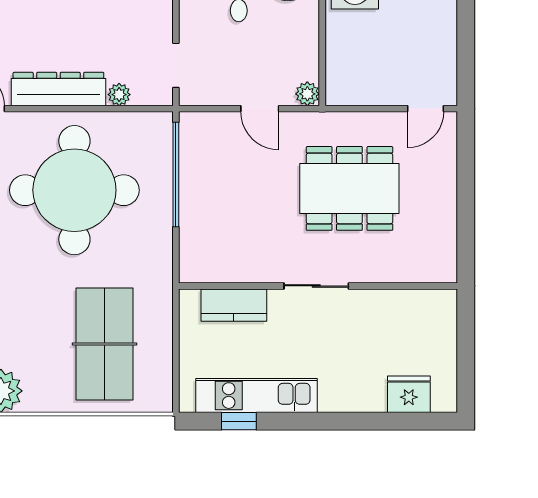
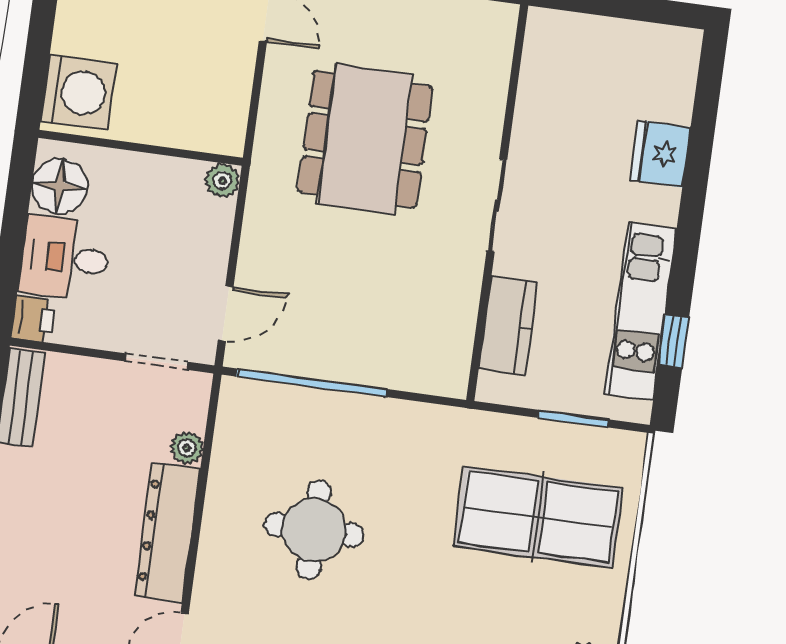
door: (260, 109) -> (226, 314), moved
round table: (74, 190) -> (314, 530), width x0.54, depth x0.54
window: (176, 359) -> (573, 419), added
fridge: (409, 394) -> (661, 154), moved

